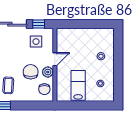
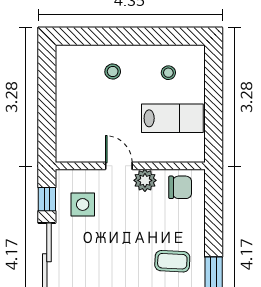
chair: (31, 72) -> (144, 215), removed
lab bench: (78, 85) -> (172, 118), turned 180

